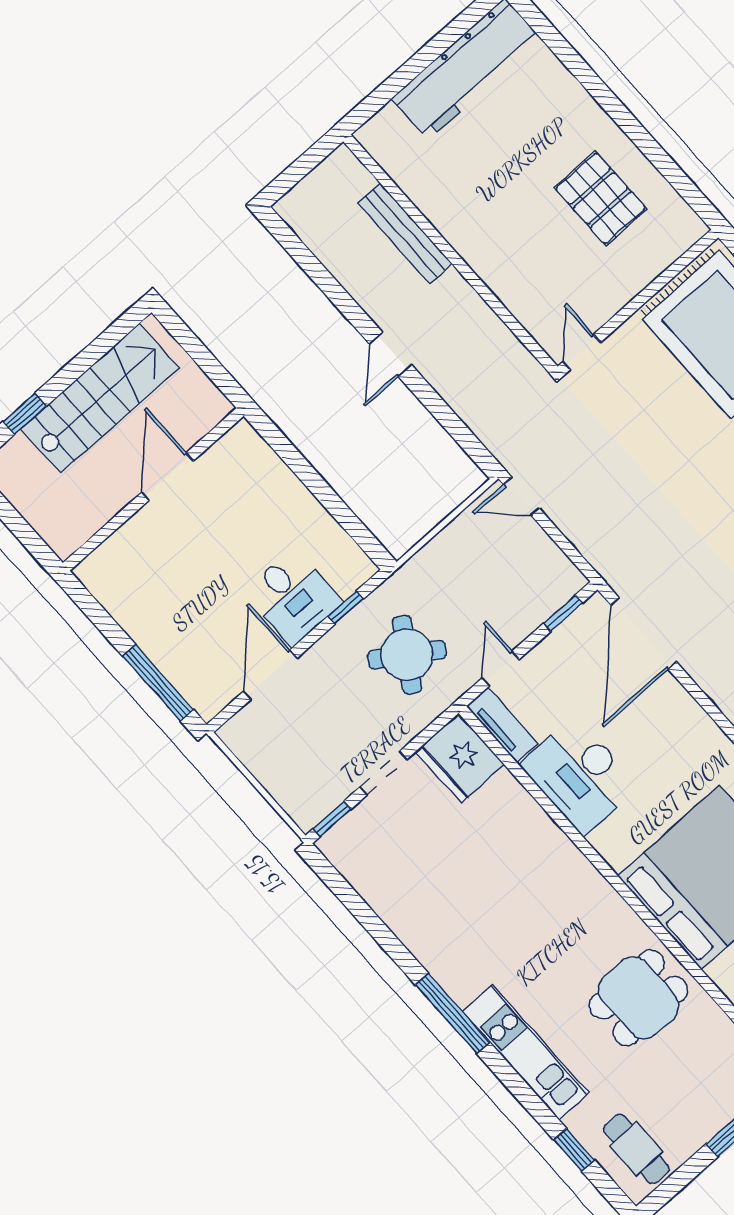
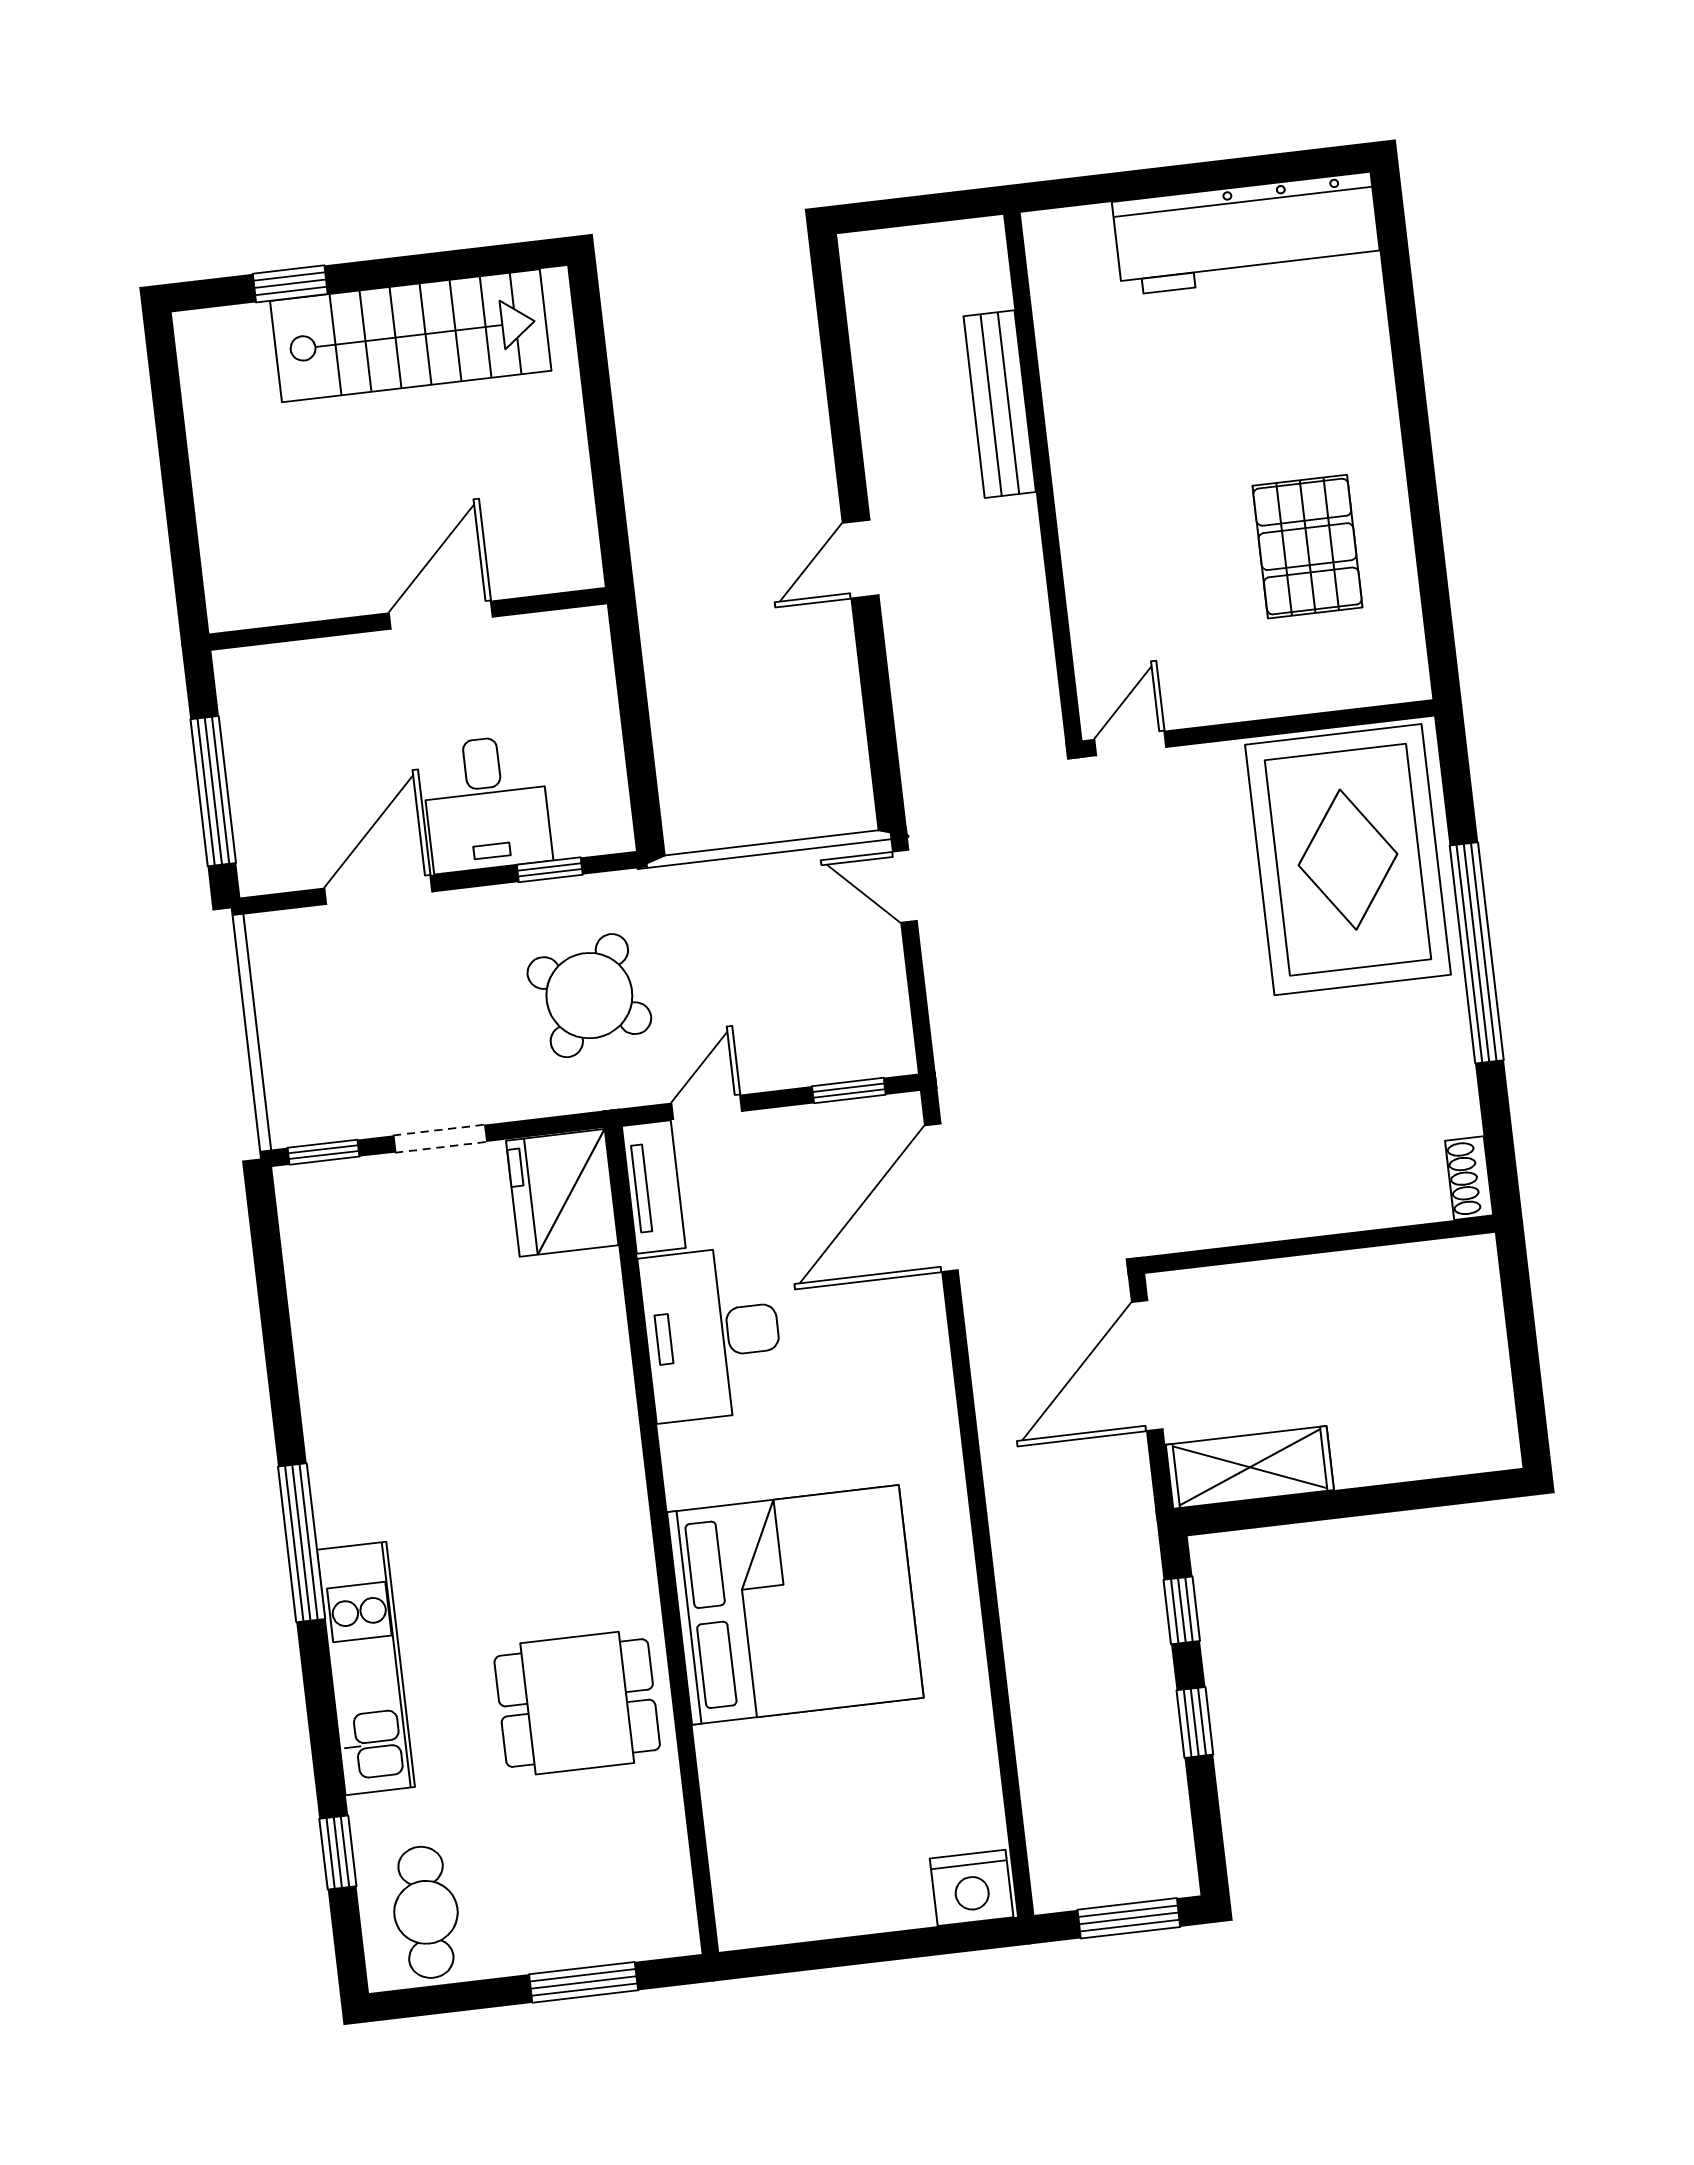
door: (168, 477) -> (441, 615), moved
wall: (153, 489) -> (408, 619), moved

